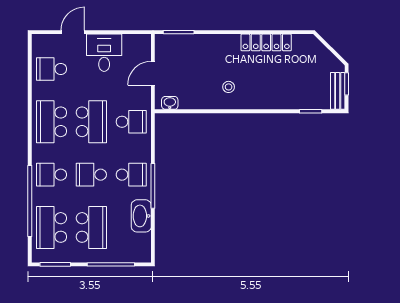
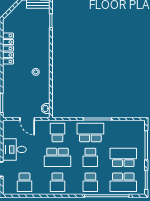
school desk: (51, 122) -> (57, 182), width x0.54
school desk: (91, 122) -> (57, 157), turned 180
school desk: (131, 175) -> (90, 133), width x1.85
washbasin: (141, 216) -> (116, 126), removed

